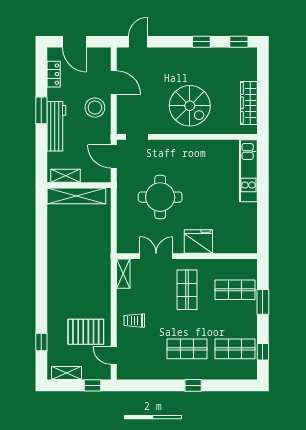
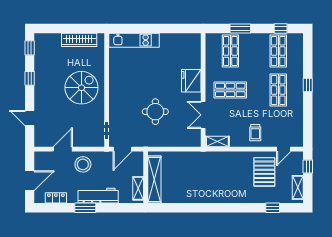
door: (138, 42) -> (30, 118), moved
round table: (160, 197) -> (155, 112), width x0.73, depth x0.73

